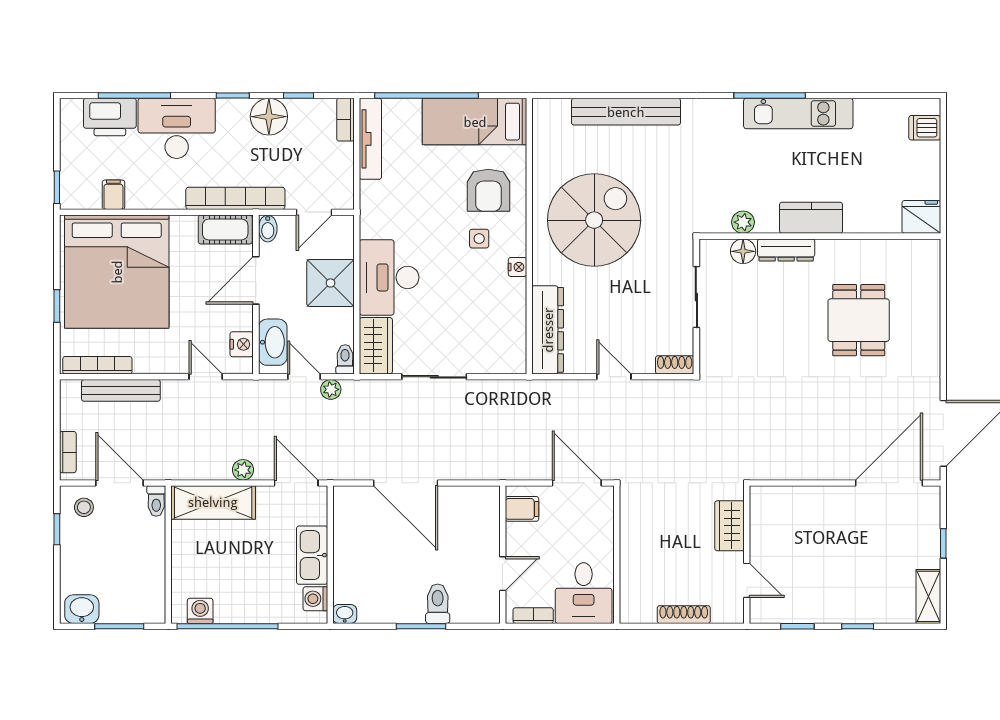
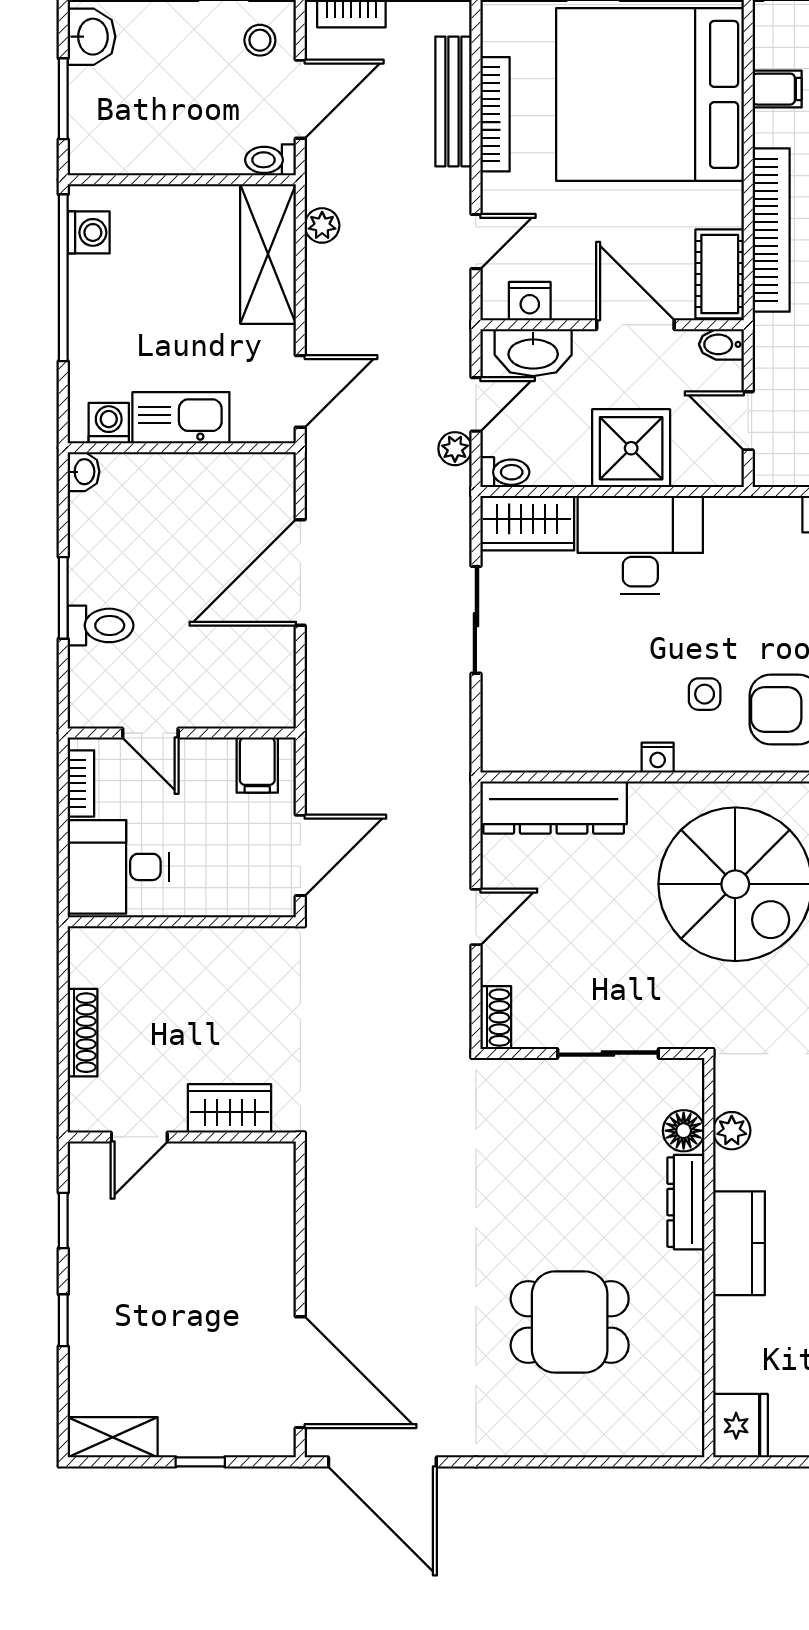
bookcase: (235, 198) -> (771, 230), moved
bookcase: (97, 365) -> (495, 114), moved
plant: (243, 470) -> (322, 225), moved

